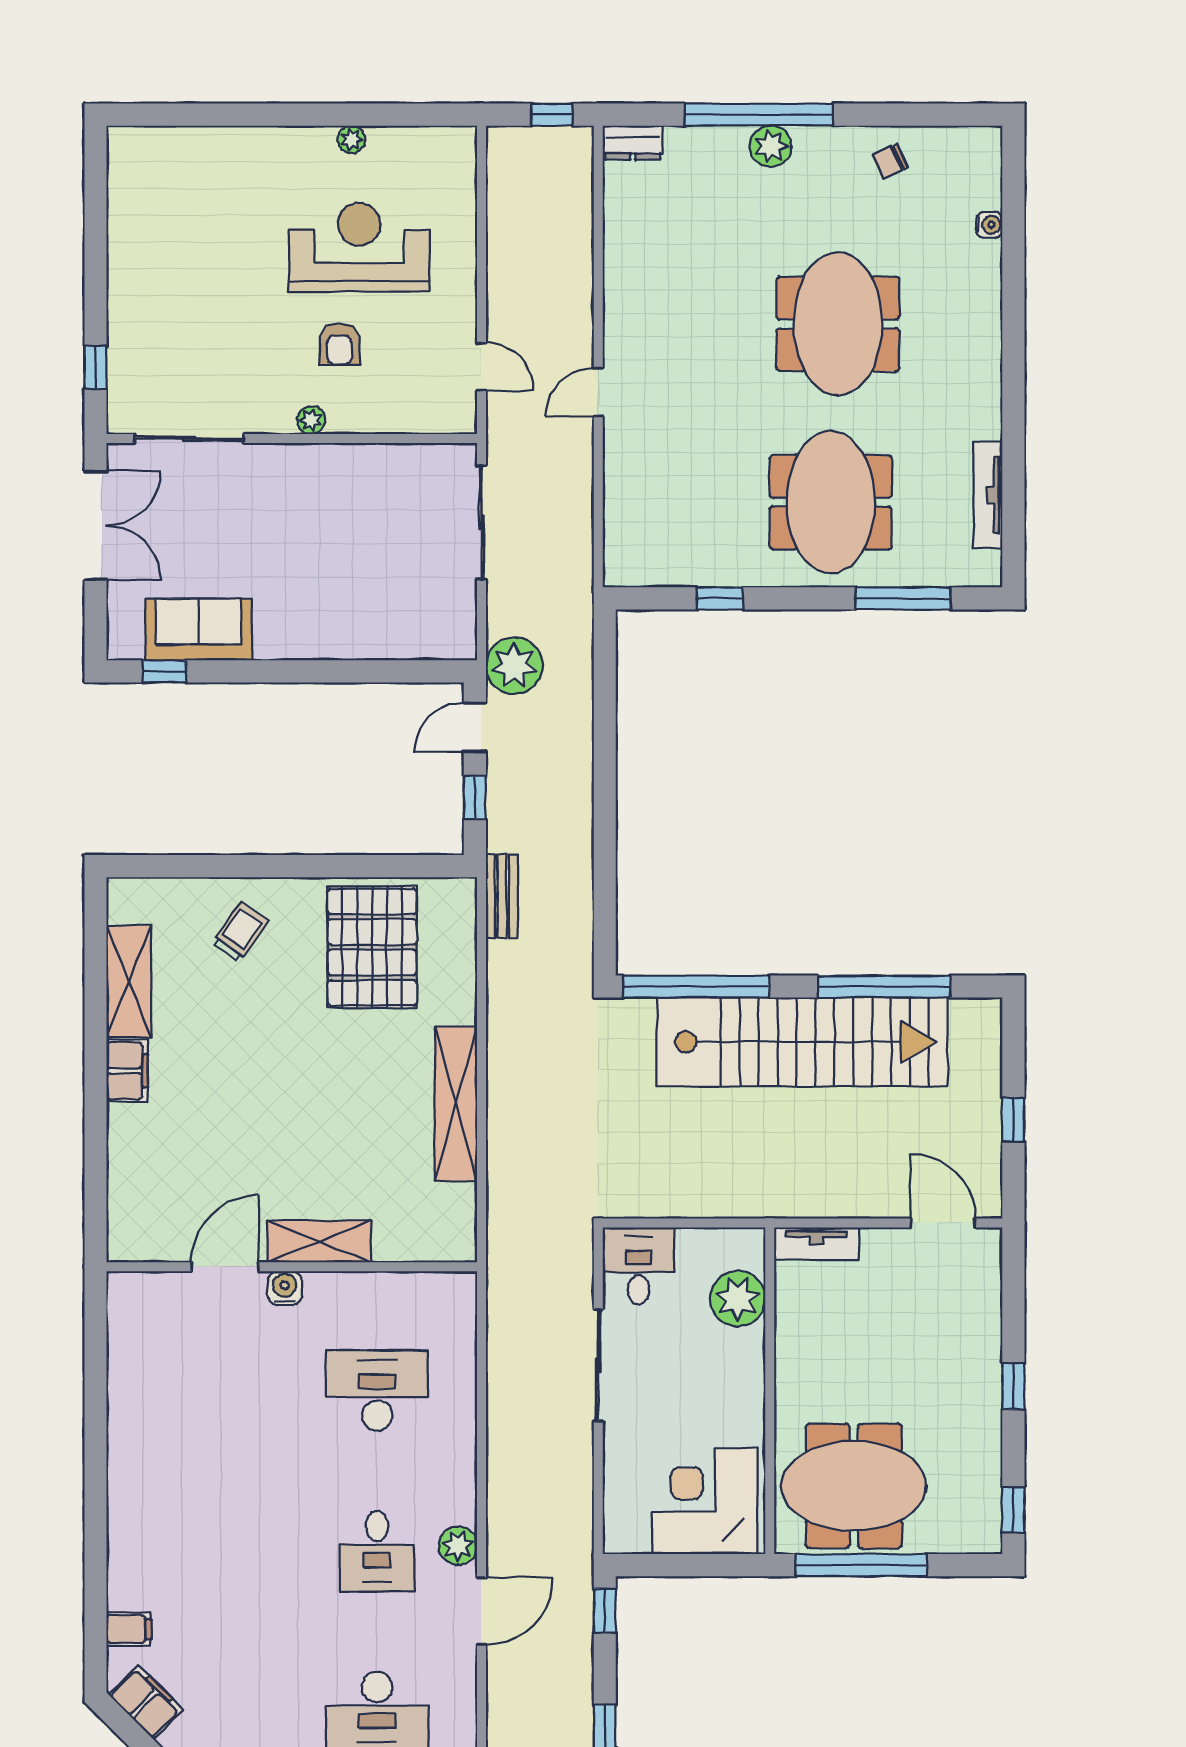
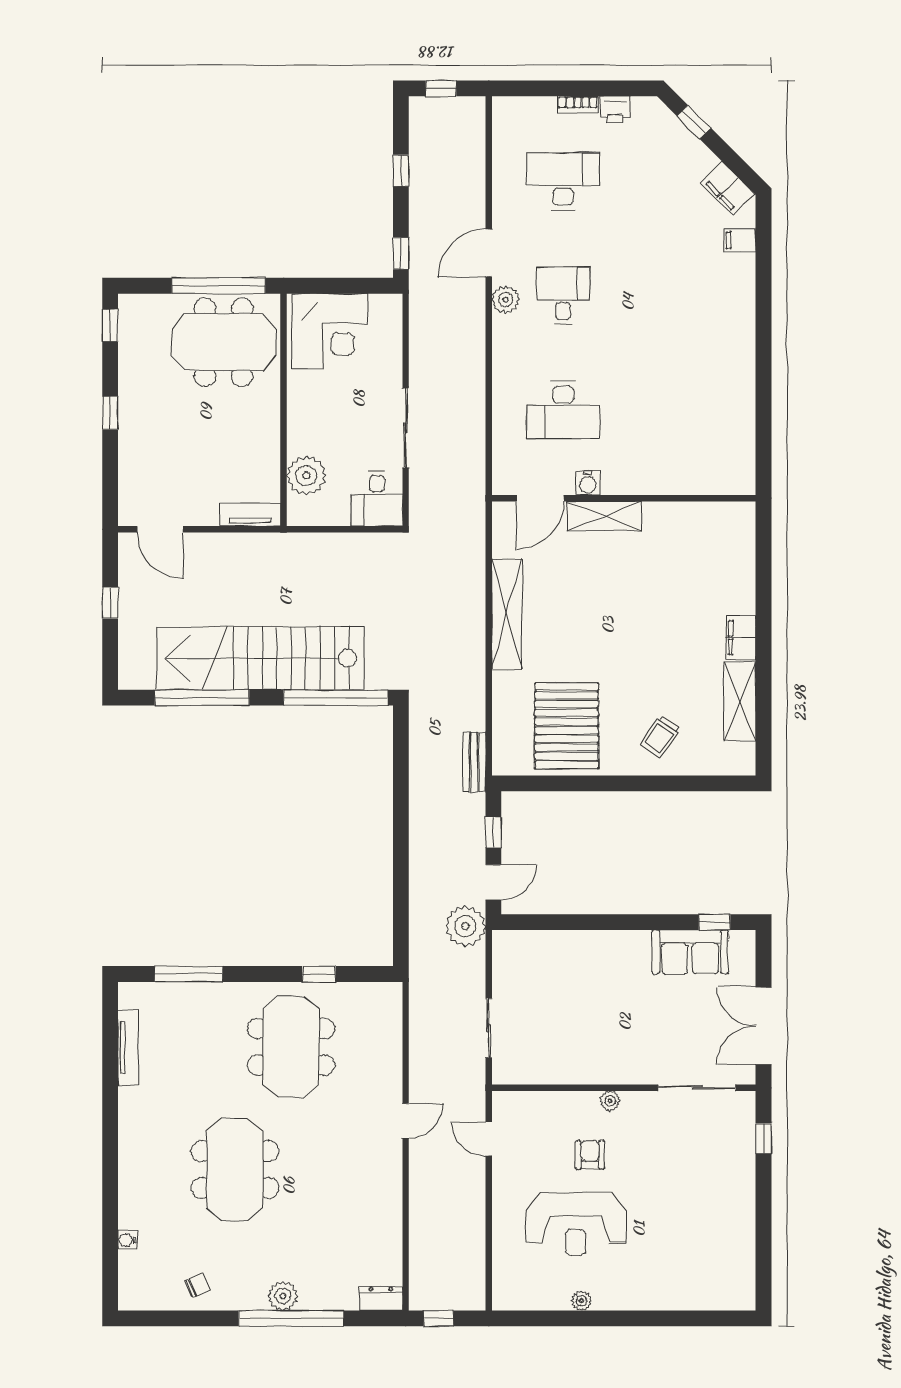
meeting table: (831, 502) -> (291, 1047), moved
sliding door: (481, 522) -> (489, 1028), width x0.73
door: (225, 1267) -> (540, 498), moved
water cooler: (285, 1288) -> (588, 483), moved

